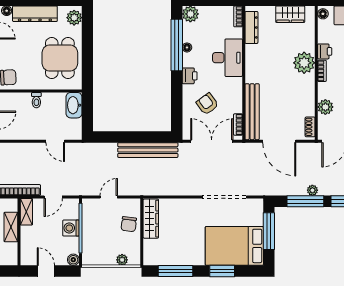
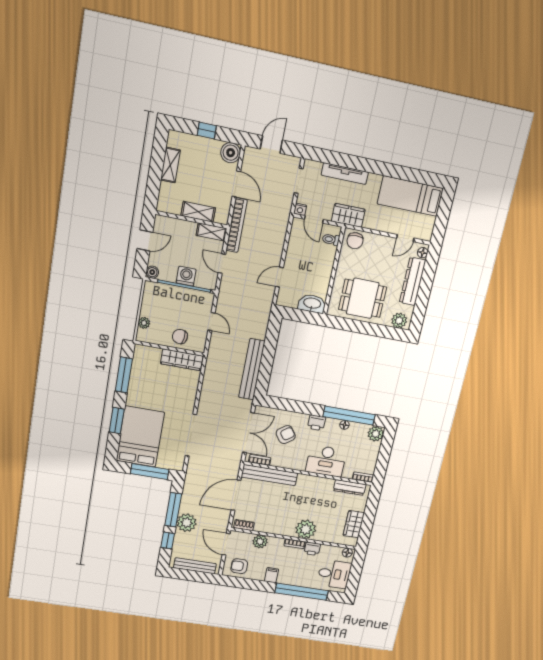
toilet: (36, 100) -> (331, 239), moved
plant: (312, 190) -> (187, 523), width x1.88, depth x1.88

